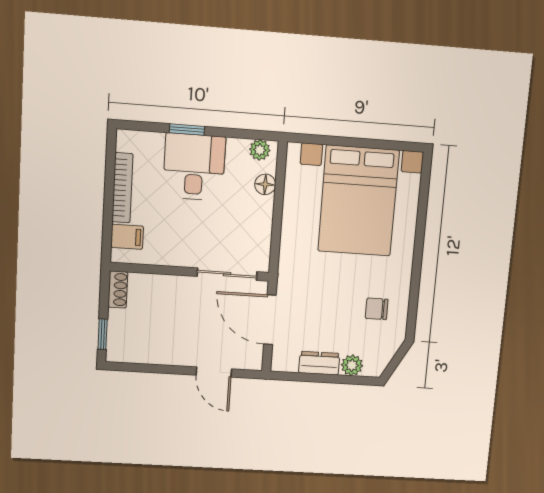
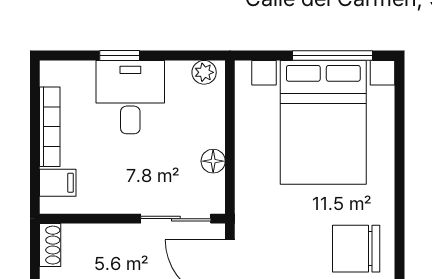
window: (371, 144) -> (333, 56), added
floor lamp: (265, 184) -> (213, 161), moved
chair: (377, 309) -> (356, 249), width x1.87, depth x1.87

